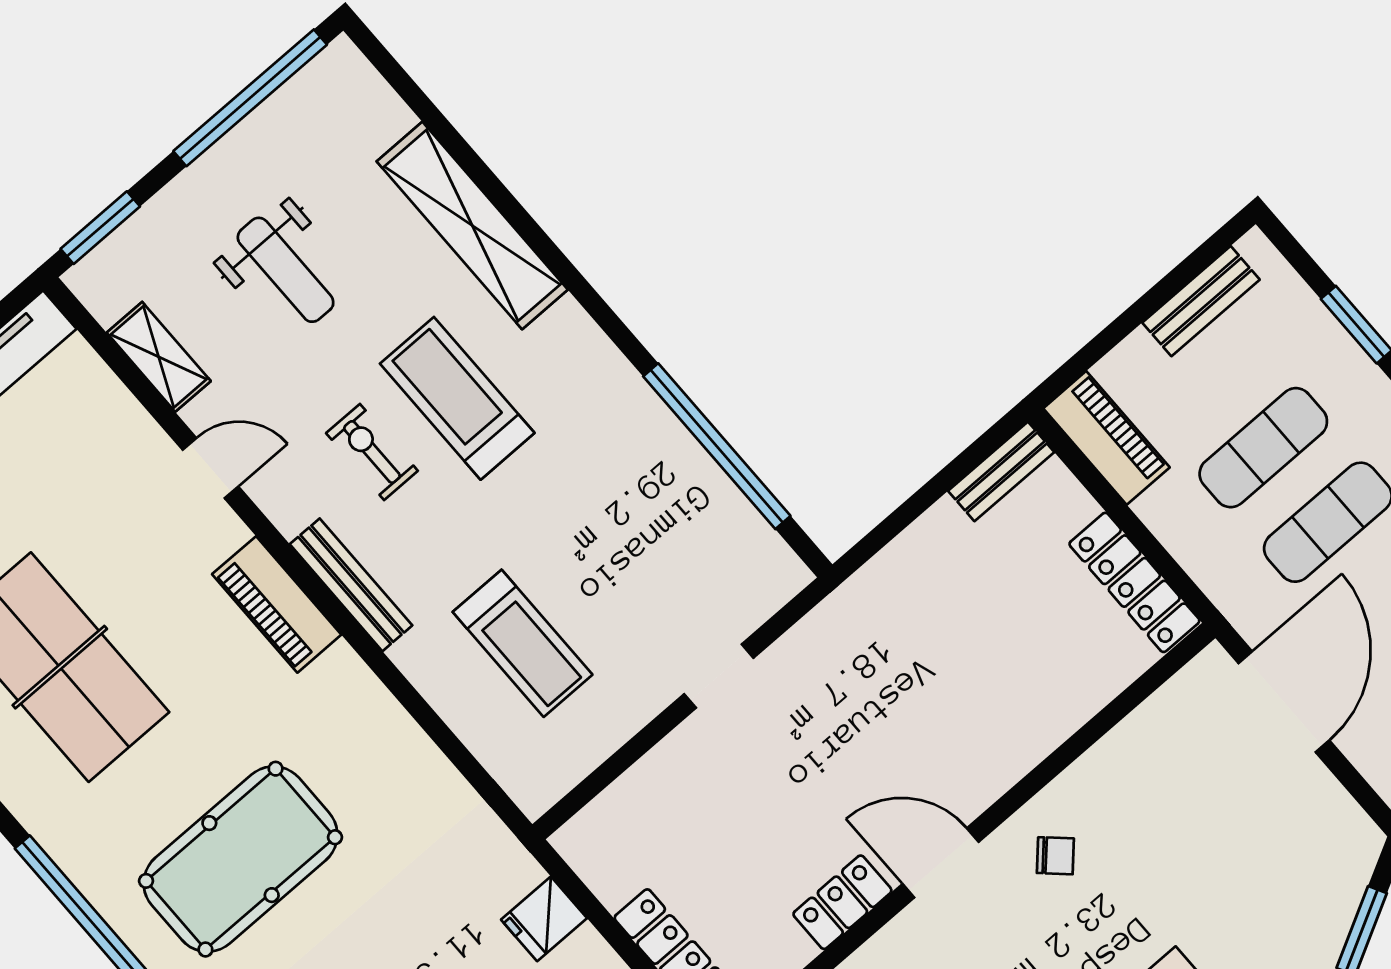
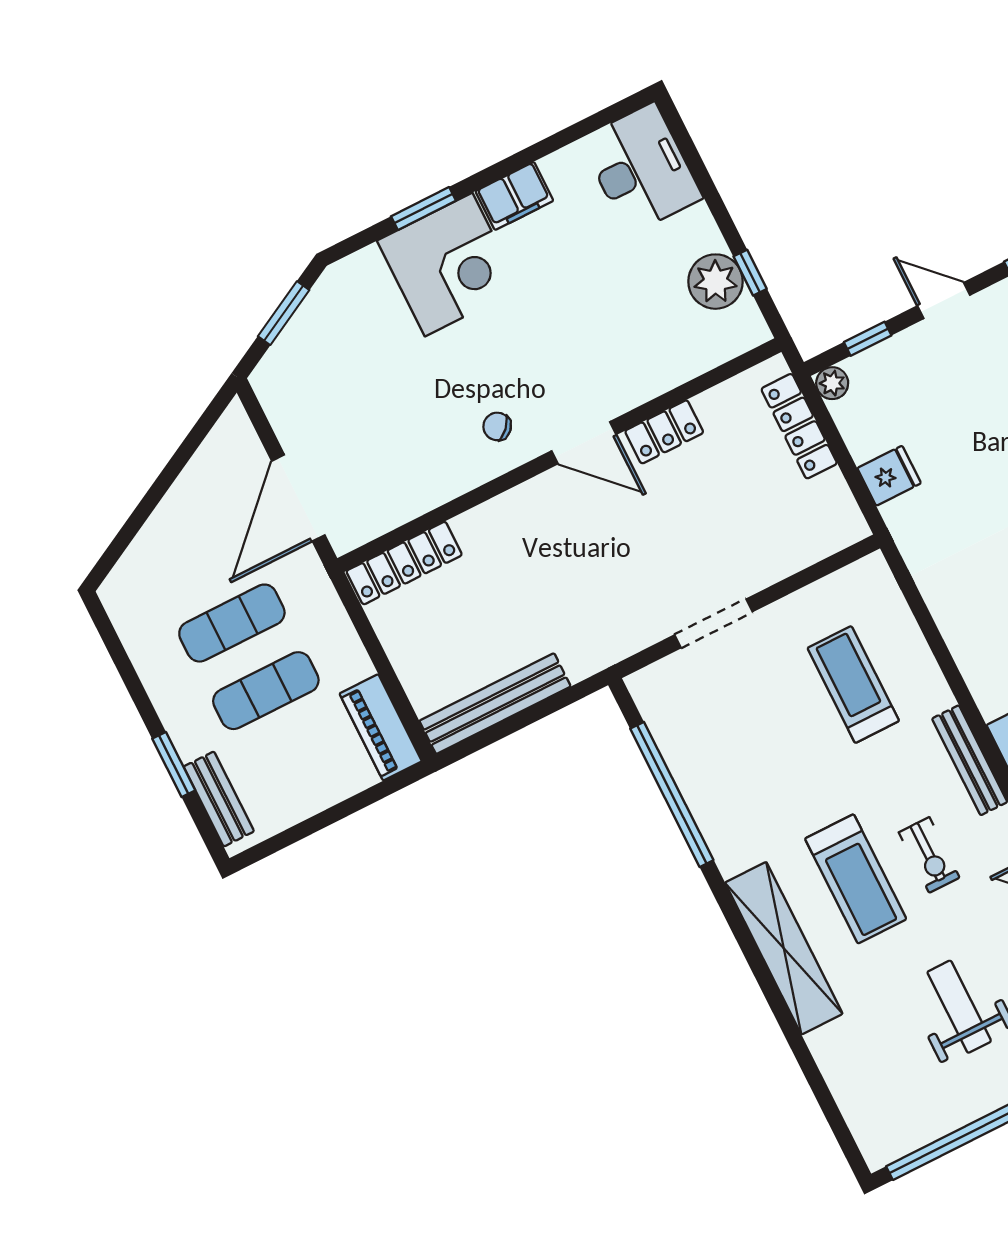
shelving: (472, 225) -> (784, 948), moved
bench: (1201, 301) -> (219, 799), moved, turned 90
bench: (1001, 471) -> (495, 704), width x1.86, depth x1.21
locker: (1134, 582) -> (404, 563), moved, turned 90
doorway: (719, 676) -> (714, 623), width x1.38

